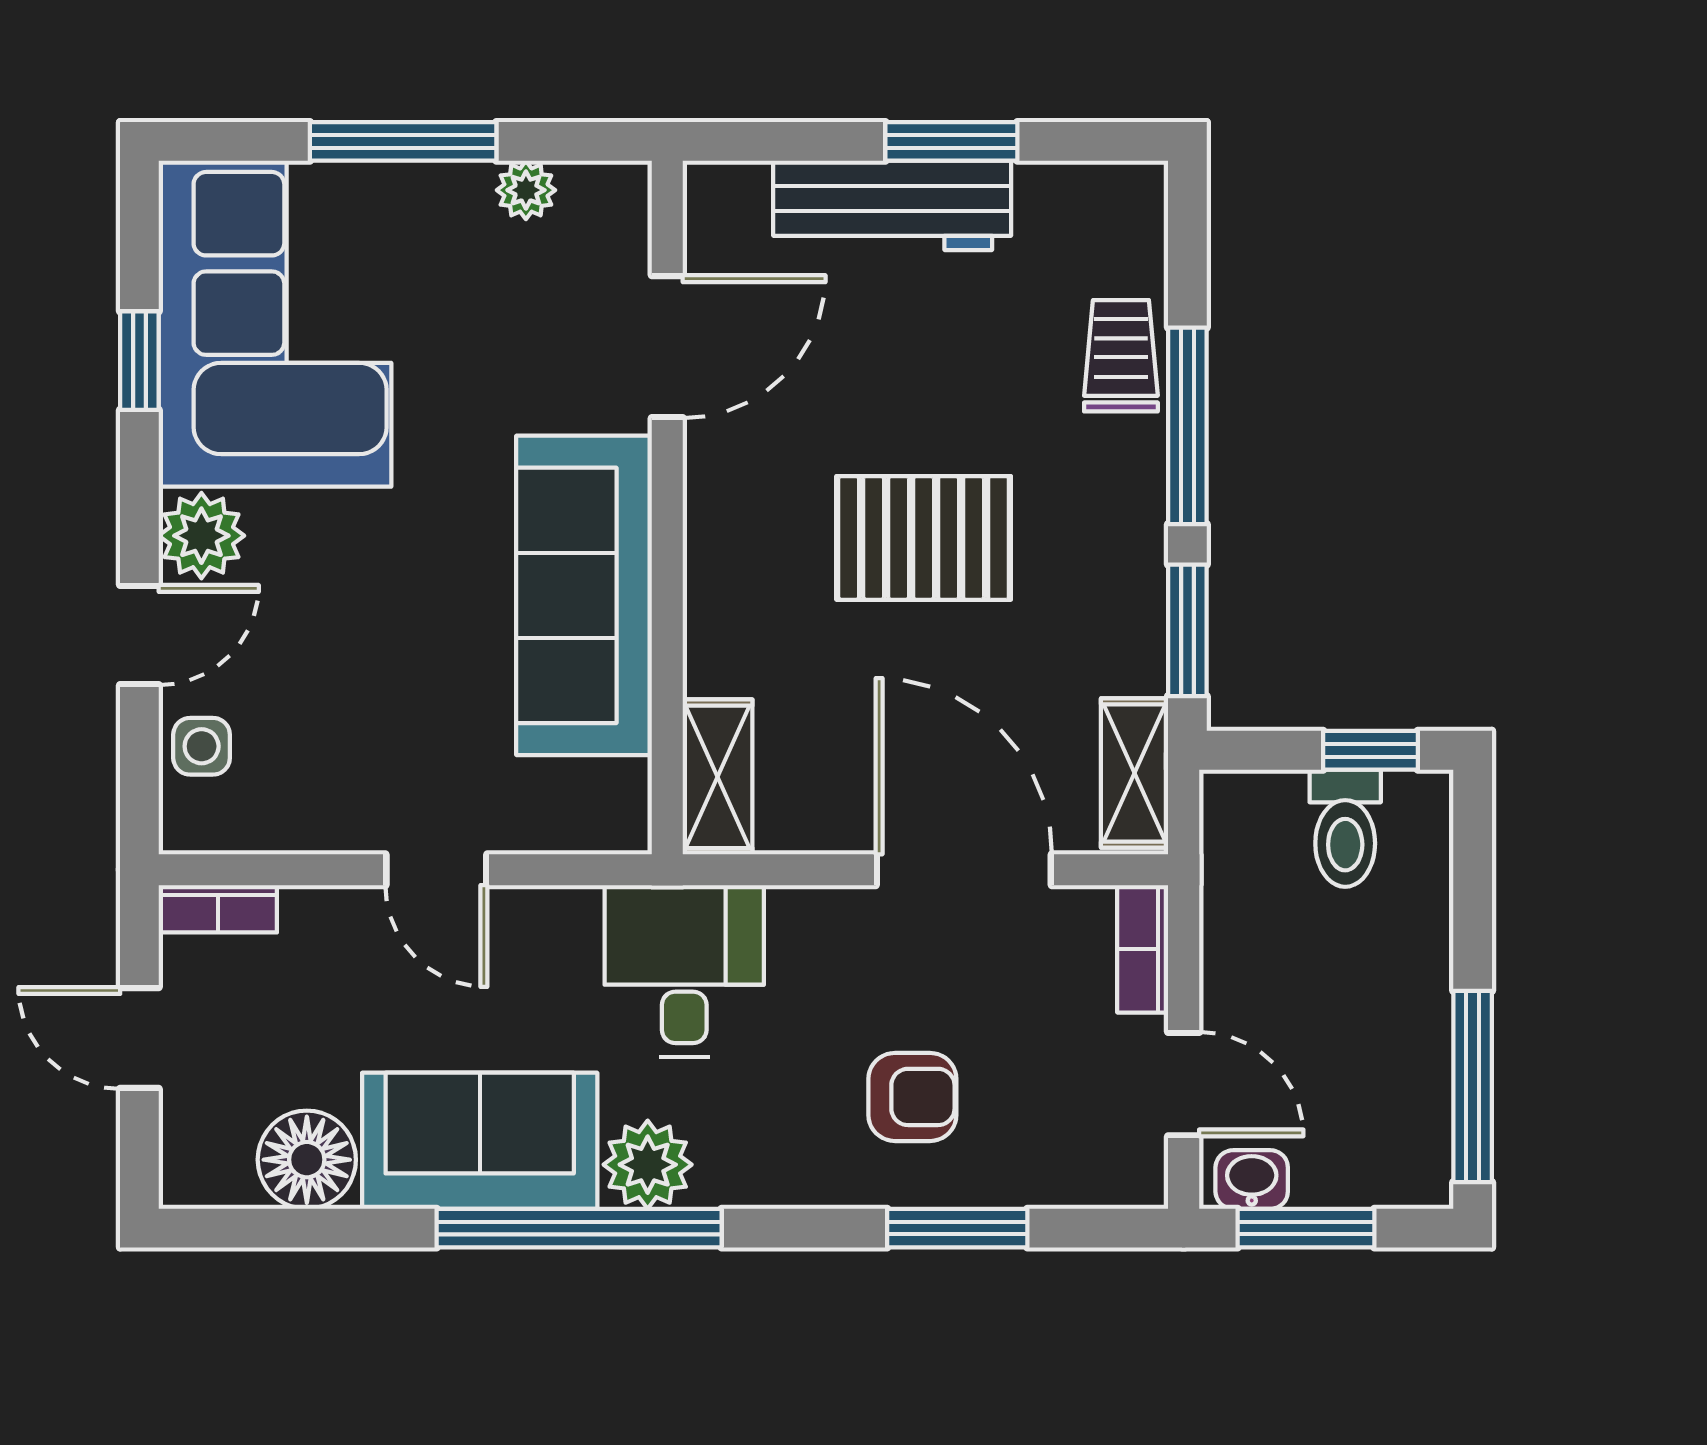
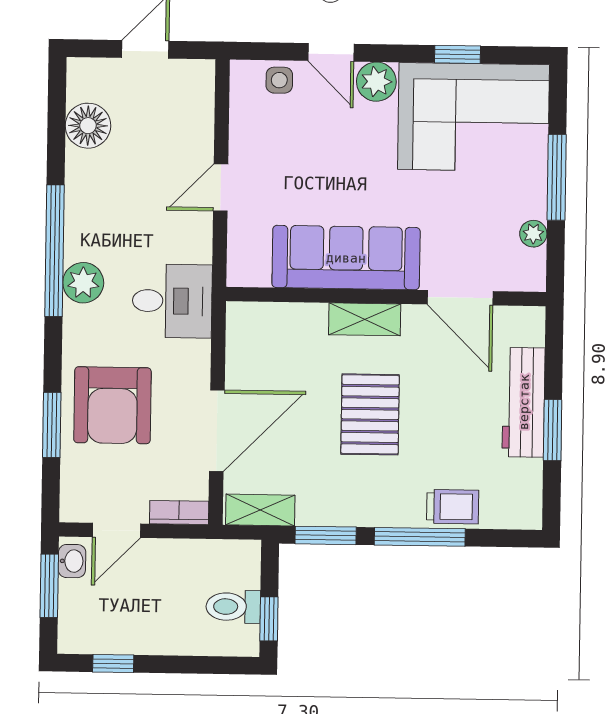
shelving: (718, 777) -> (365, 319), moved
bookcase: (218, 909) -> (204, 86), removed
window: (1473, 1087) -> (113, 664), width x0.46
armchair: (912, 1097) -> (112, 405), width x1.88, depth x1.88
sofa: (480, 1141) -> (95, 205), removed

